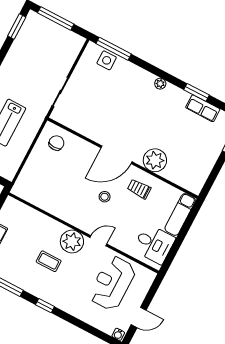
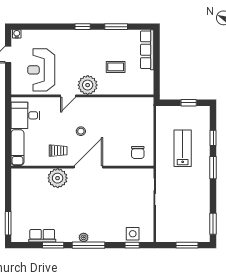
window: (56, 18) -> (187, 245), width x0.69
window: (114, 49) -> (132, 245), width x0.46
window: (159, 73) -> (89, 245), added
coffee table: (49, 261) -> (116, 67), moved
reception desk: (112, 283) -> (41, 70), turned 180

